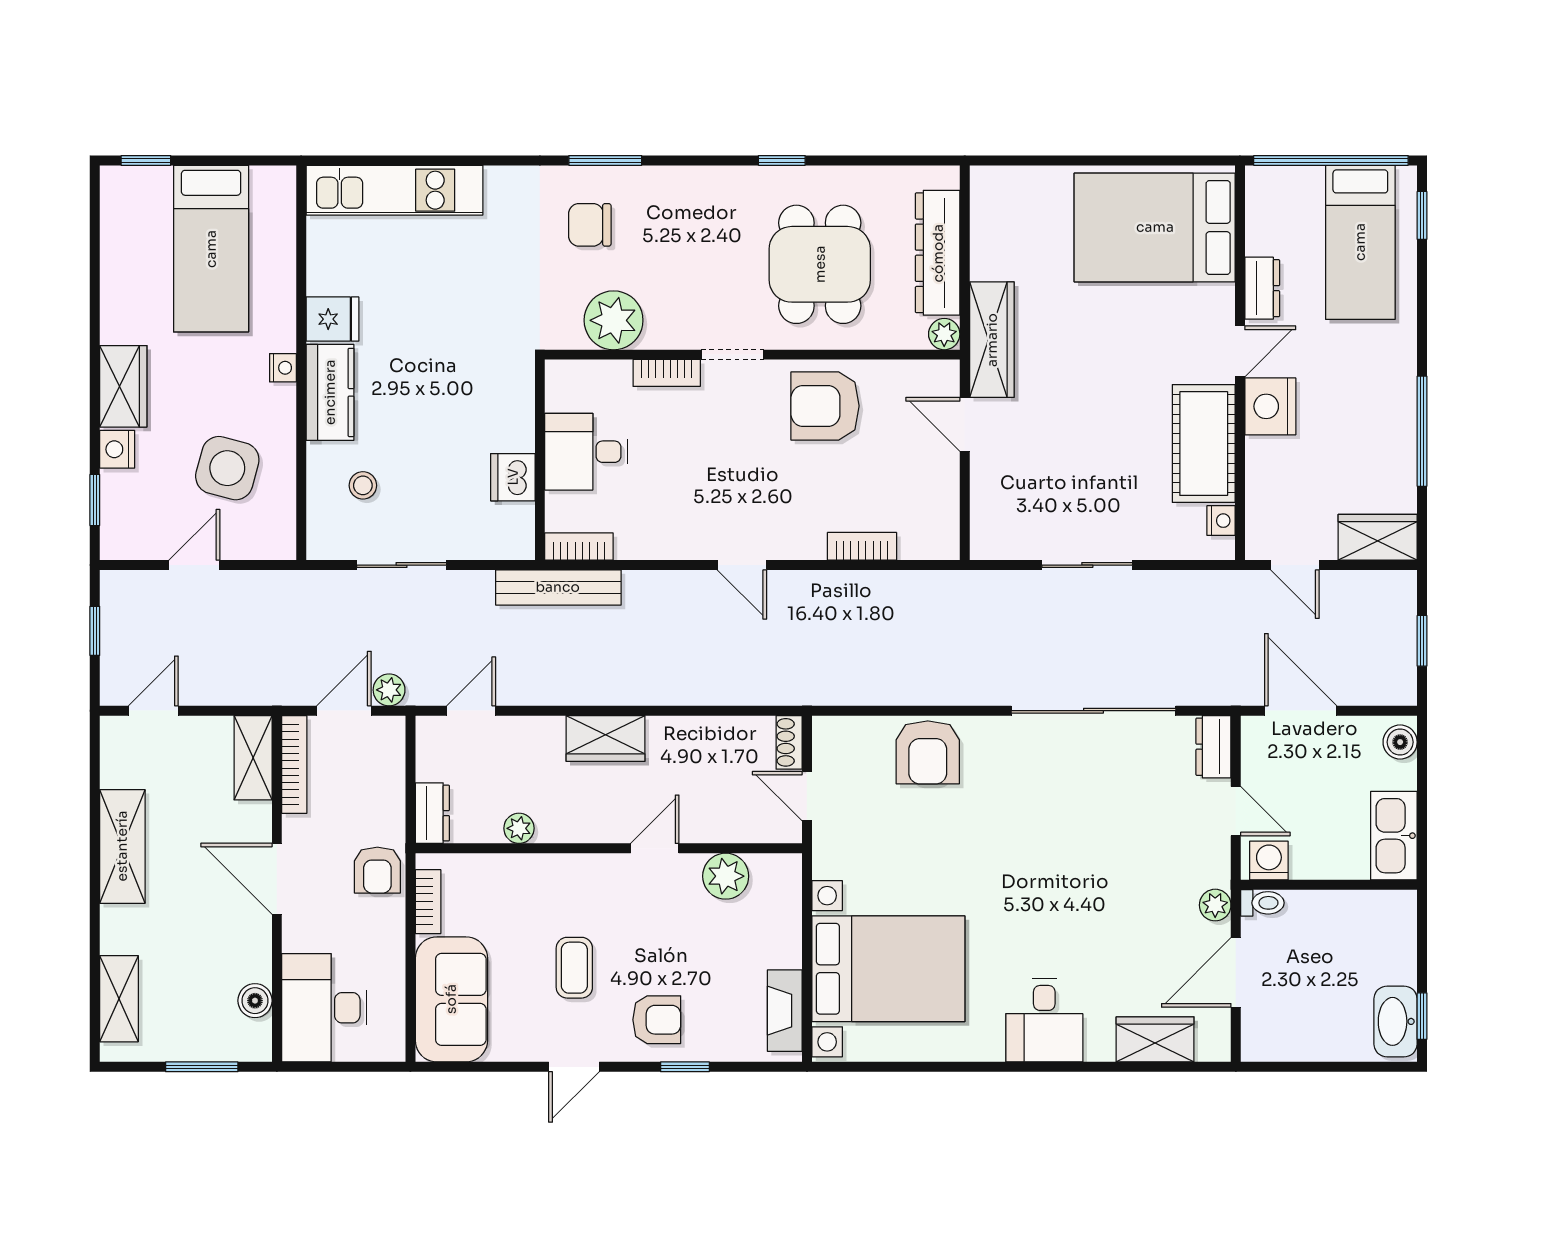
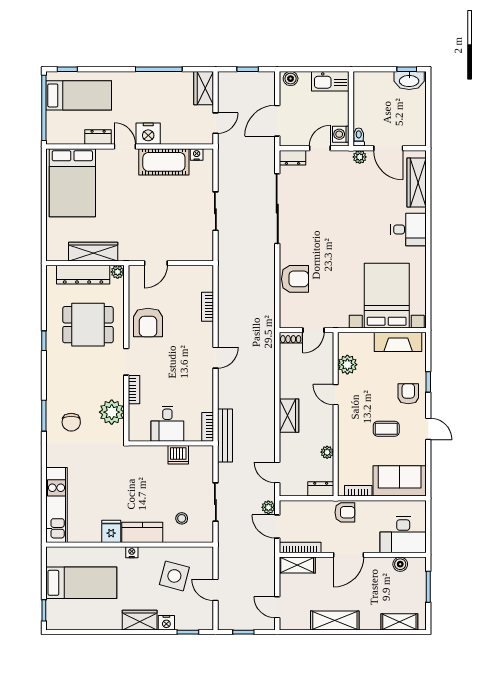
wardrobe: (992, 340) -> (93, 252), moved
fireplace: (785, 1011) -> (398, 342), width x1.37, depth x1.32
wardrobe: (1155, 1039) -> (417, 182), width x1.50

